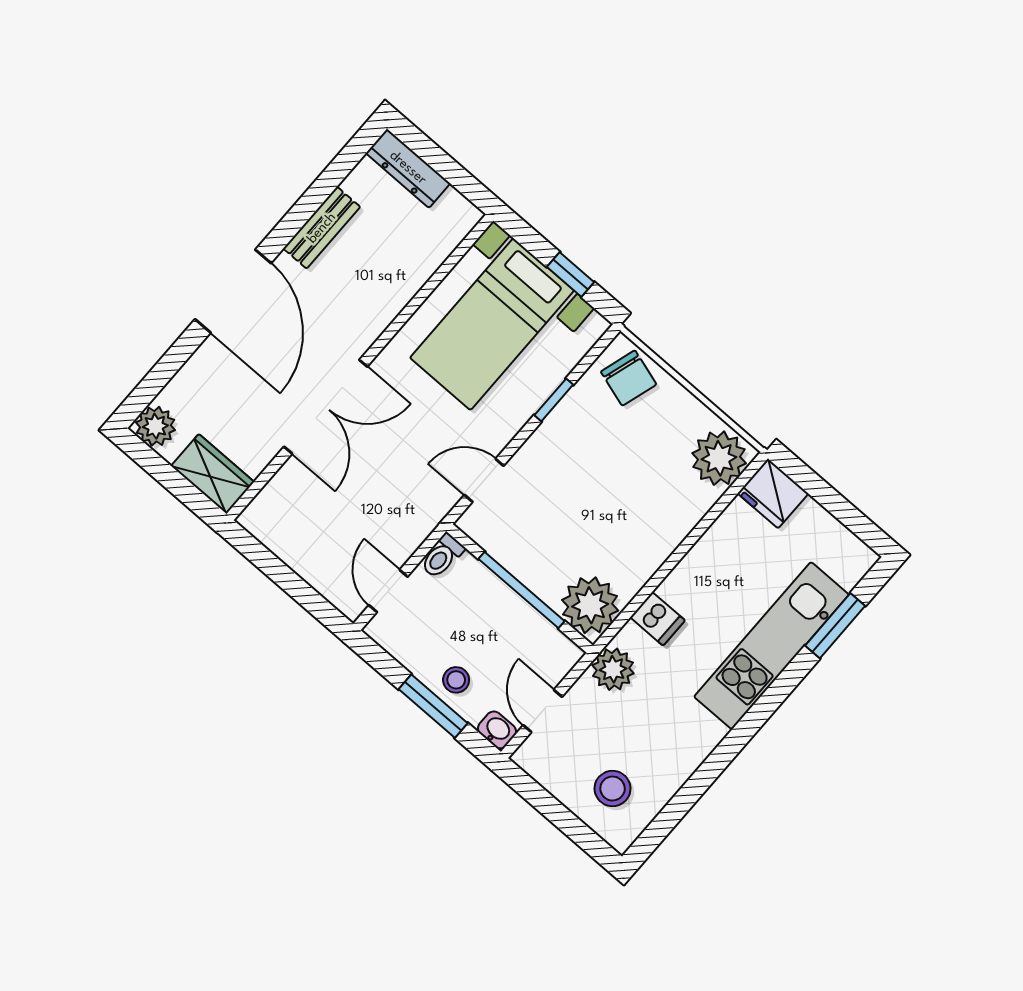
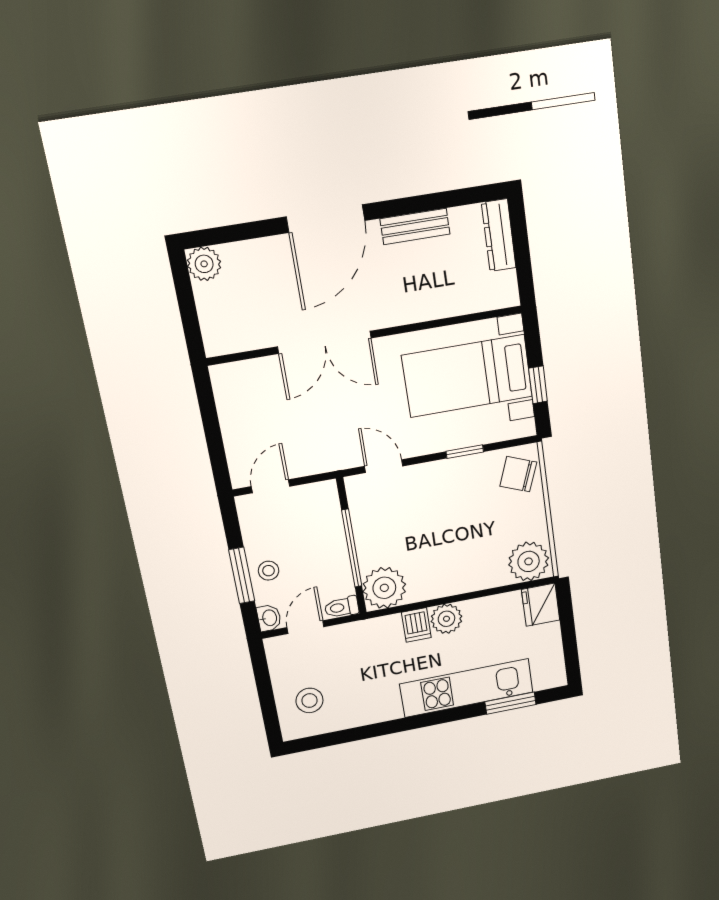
chair: (629, 378) -> (518, 474), turned 94
wardrobe: (213, 474) -> (217, 325), removed
toilet: (442, 556) -> (342, 607), moved
plant: (613, 669) -> (446, 619), moved

